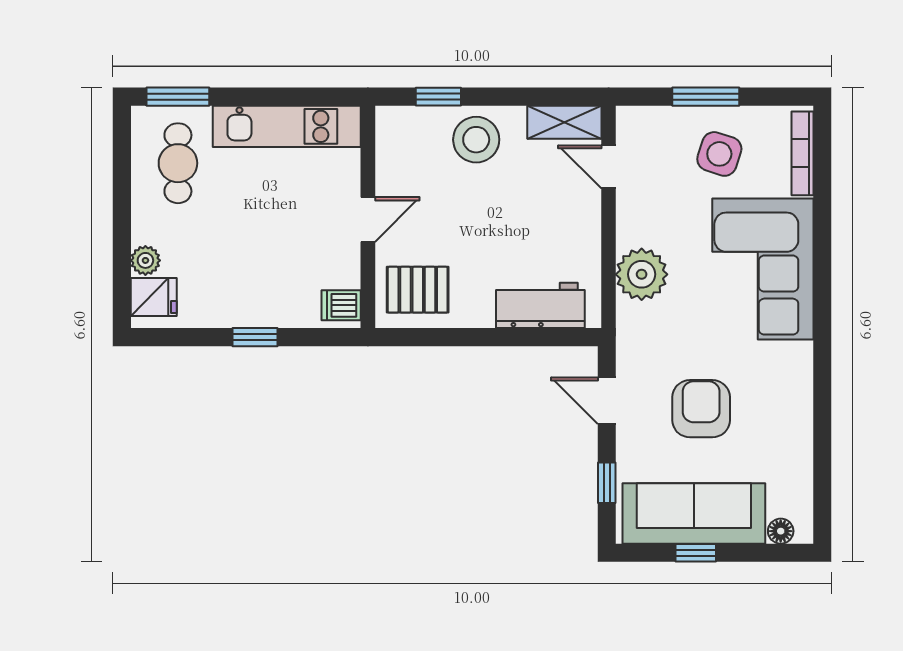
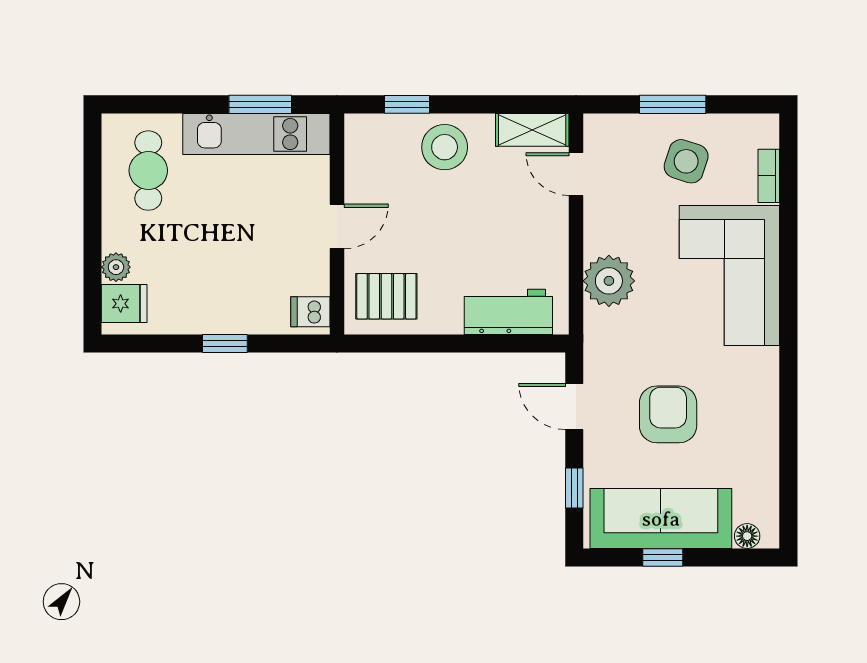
window: (178, 97) -> (260, 104), moved
bookcase: (803, 153) -> (769, 176), width x0.64

